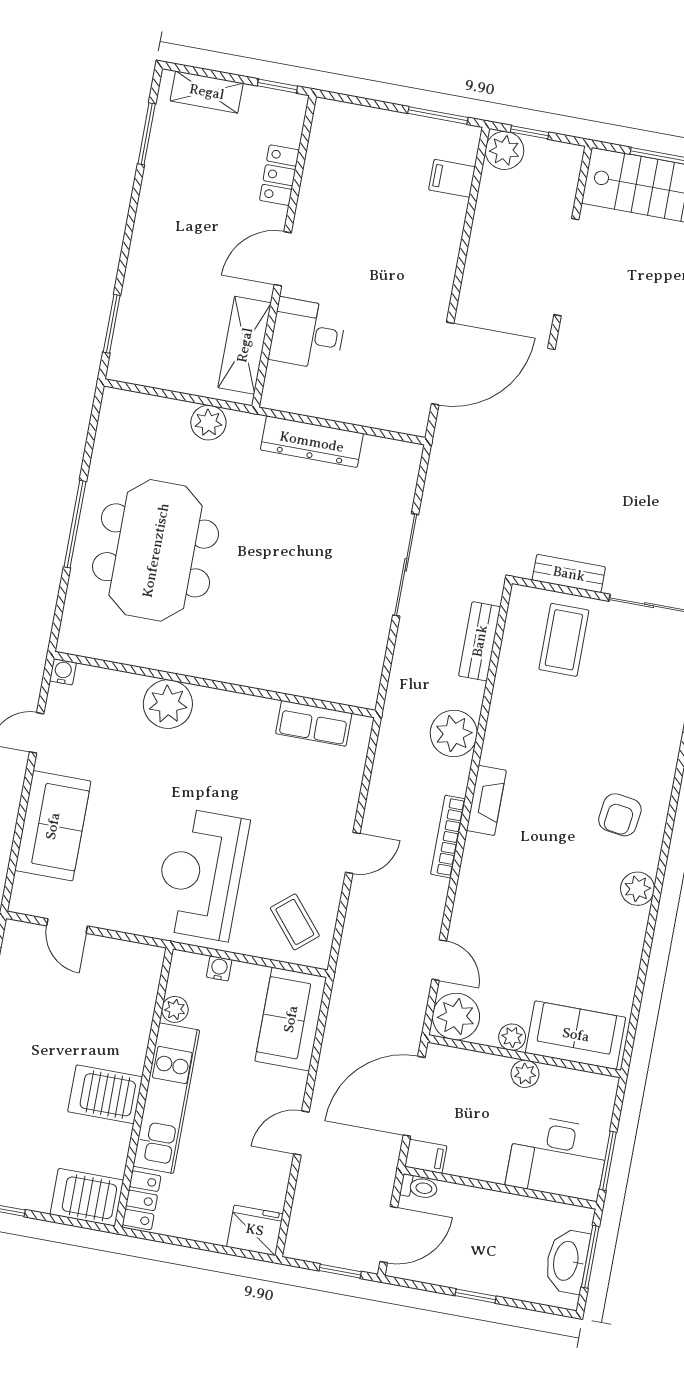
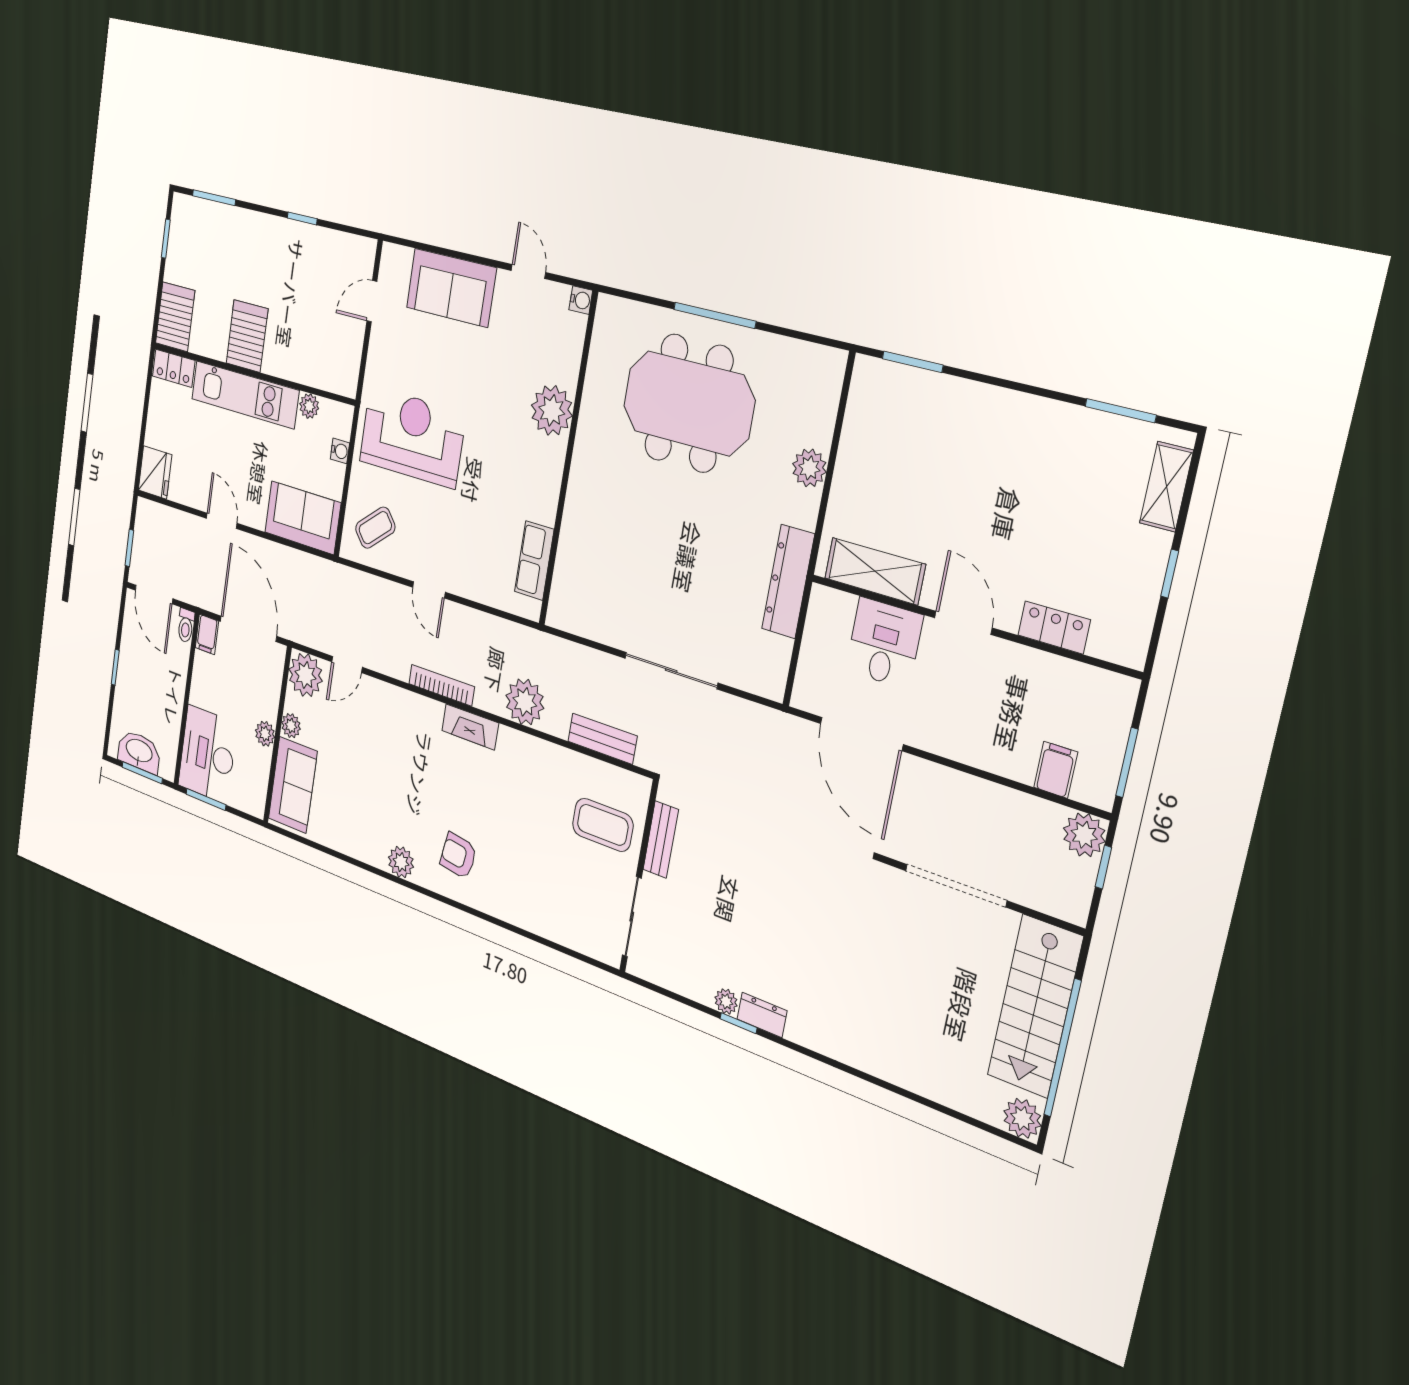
locker: (279, 175) -> (1054, 627), moved
wall: (284, 251) -> (971, 625), moved
door: (283, 259) -> (963, 623), moved
desk: (308, 334) -> (884, 643), moved
shelving: (245, 345) -> (875, 571), moved

